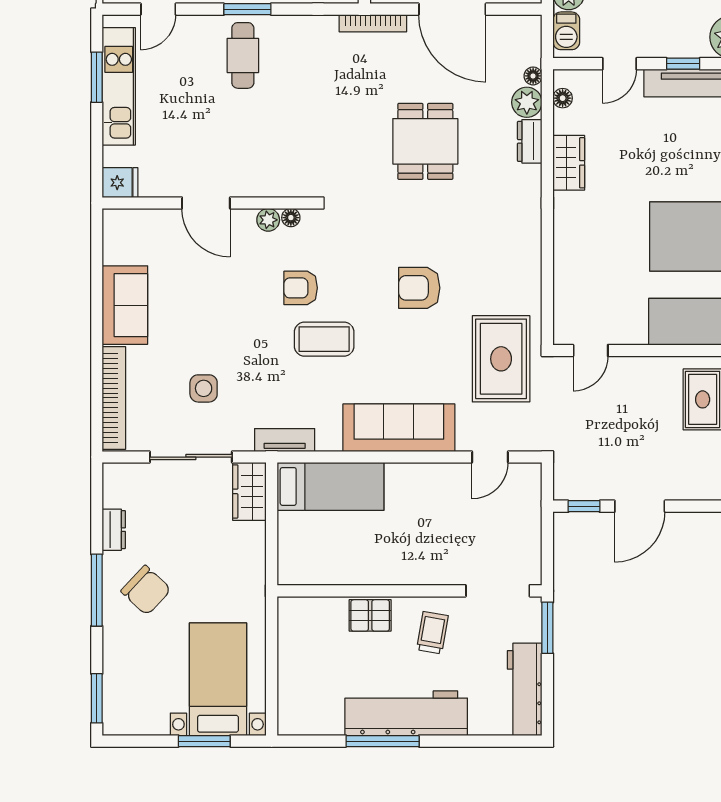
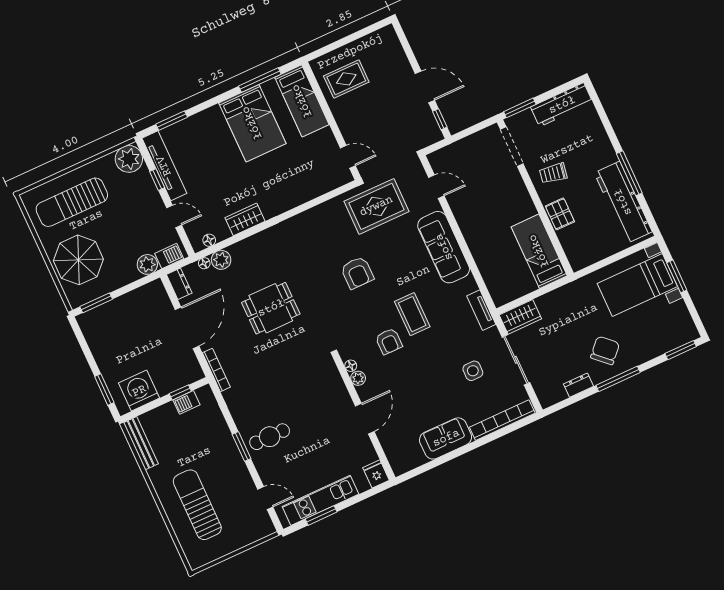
dresser: (530, 141) -> (179, 284), moved, turned -90
bed: (330, 486) -> (539, 251), moved
workbench: (406, 713) -> (623, 202), moved

